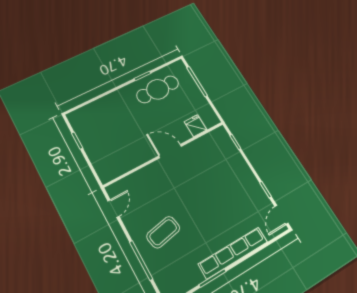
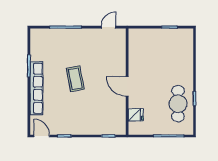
door: (170, 151) -> (127, 86), swing flipped
door: (113, 209) -> (109, 27), swing flipped
coffee table: (163, 232) -> (75, 79), moved

